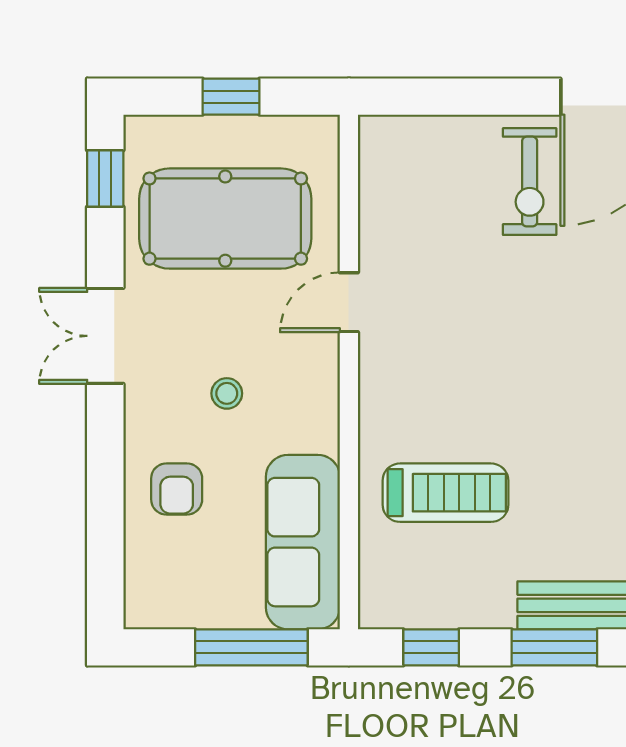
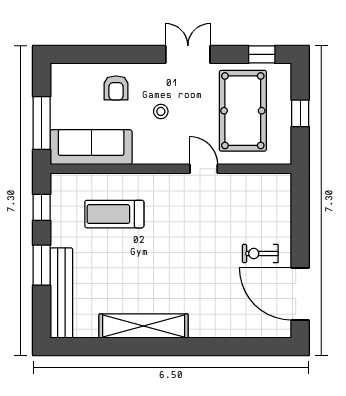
exercise bike: (530, 182) -> (260, 253), width x0.73, depth x0.72
armchair: (177, 489) -> (116, 88), turned -90
treadmill: (445, 493) -> (114, 214), turned 90

